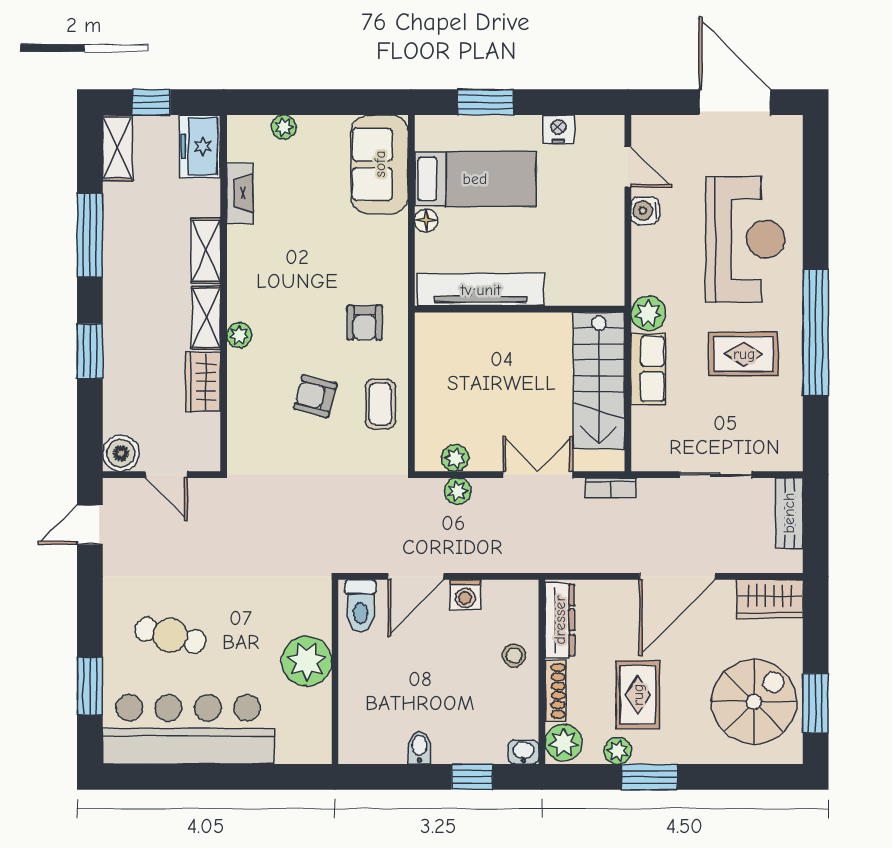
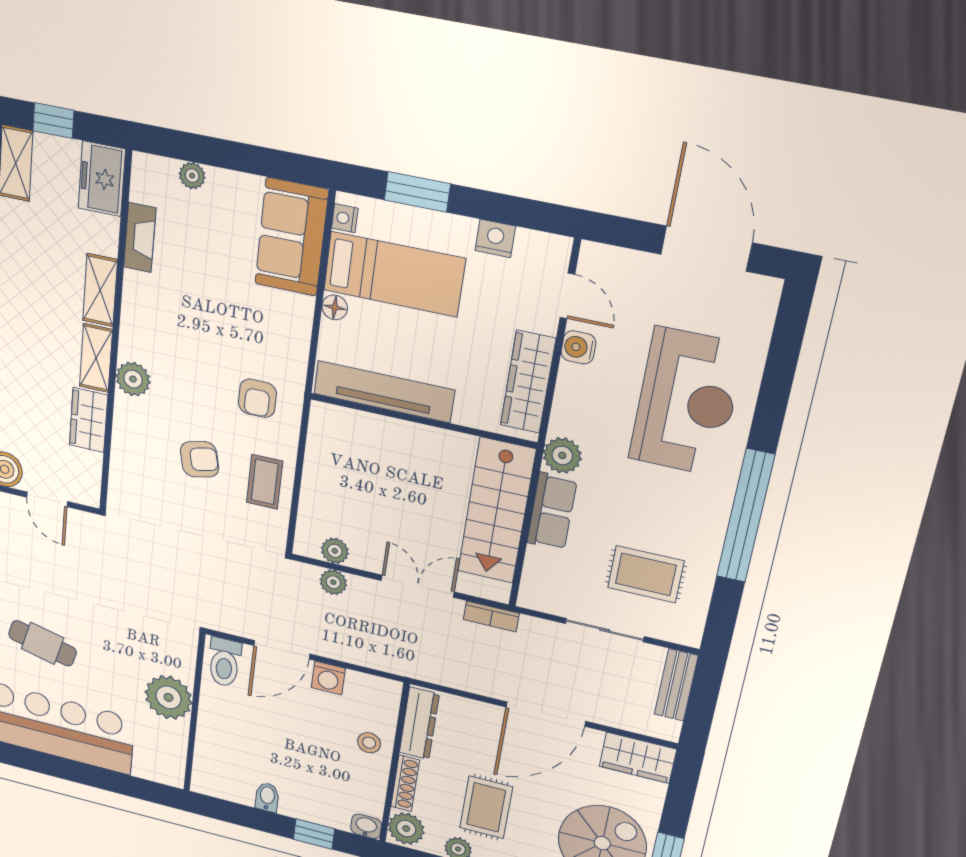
nightstand: (425, 138) -> (345, 218), added
wardrobe: (607, 252) -> (528, 382), added
plant: (239, 335) -> (133, 379), width x1.38, depth x1.38
rug: (744, 354) -> (646, 574), moved
armchair: (315, 396) -> (200, 459), turned 152

